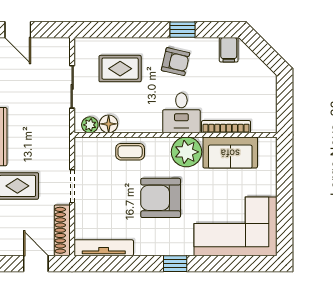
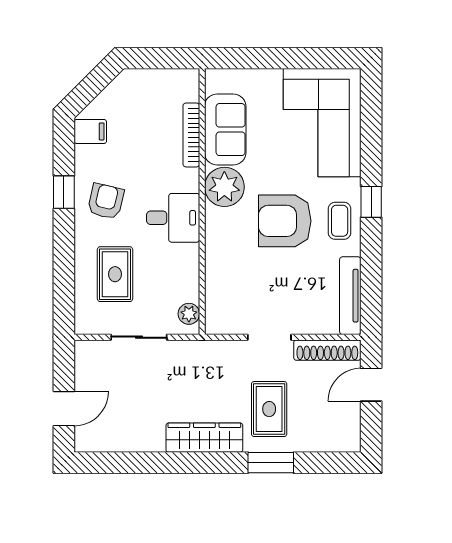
desk: (181, 113) -> (173, 218), moved
floor lamp: (109, 124) -> (188, 289), removed
coffee table: (130, 152) -> (340, 221), moved
armchair: (161, 198) -> (285, 221), turned 90

